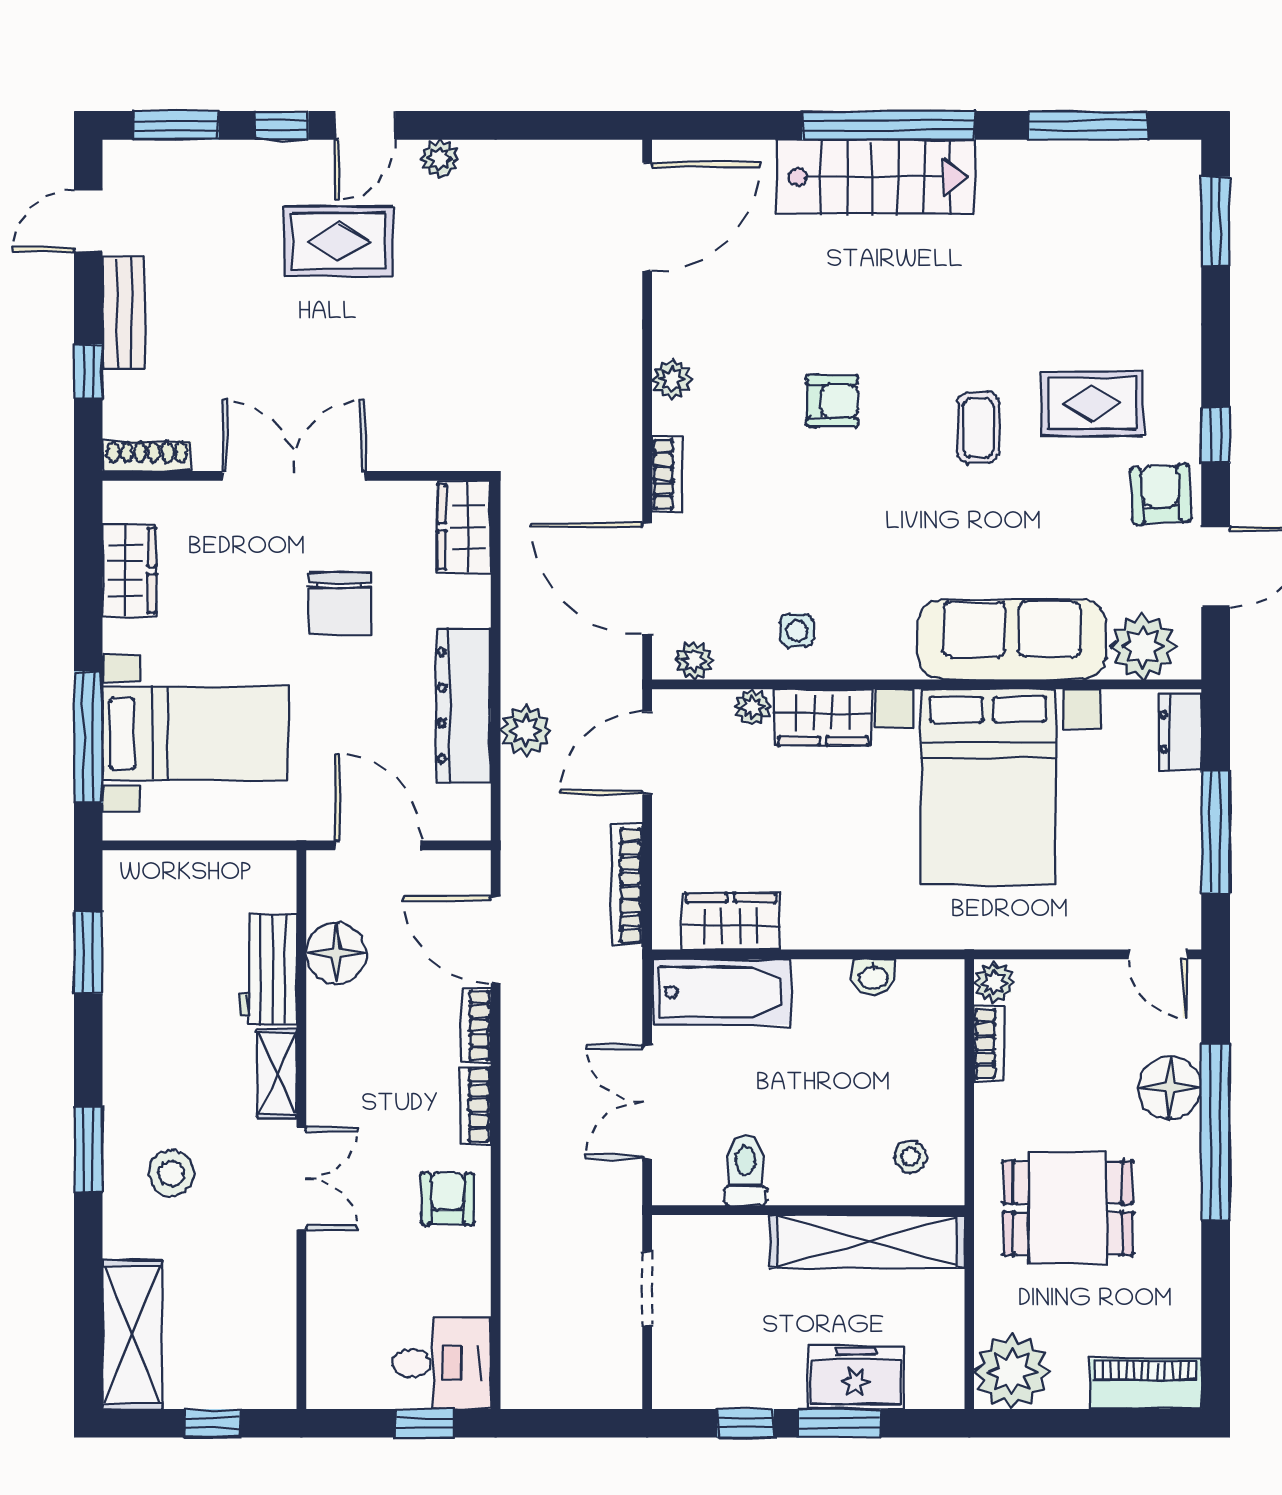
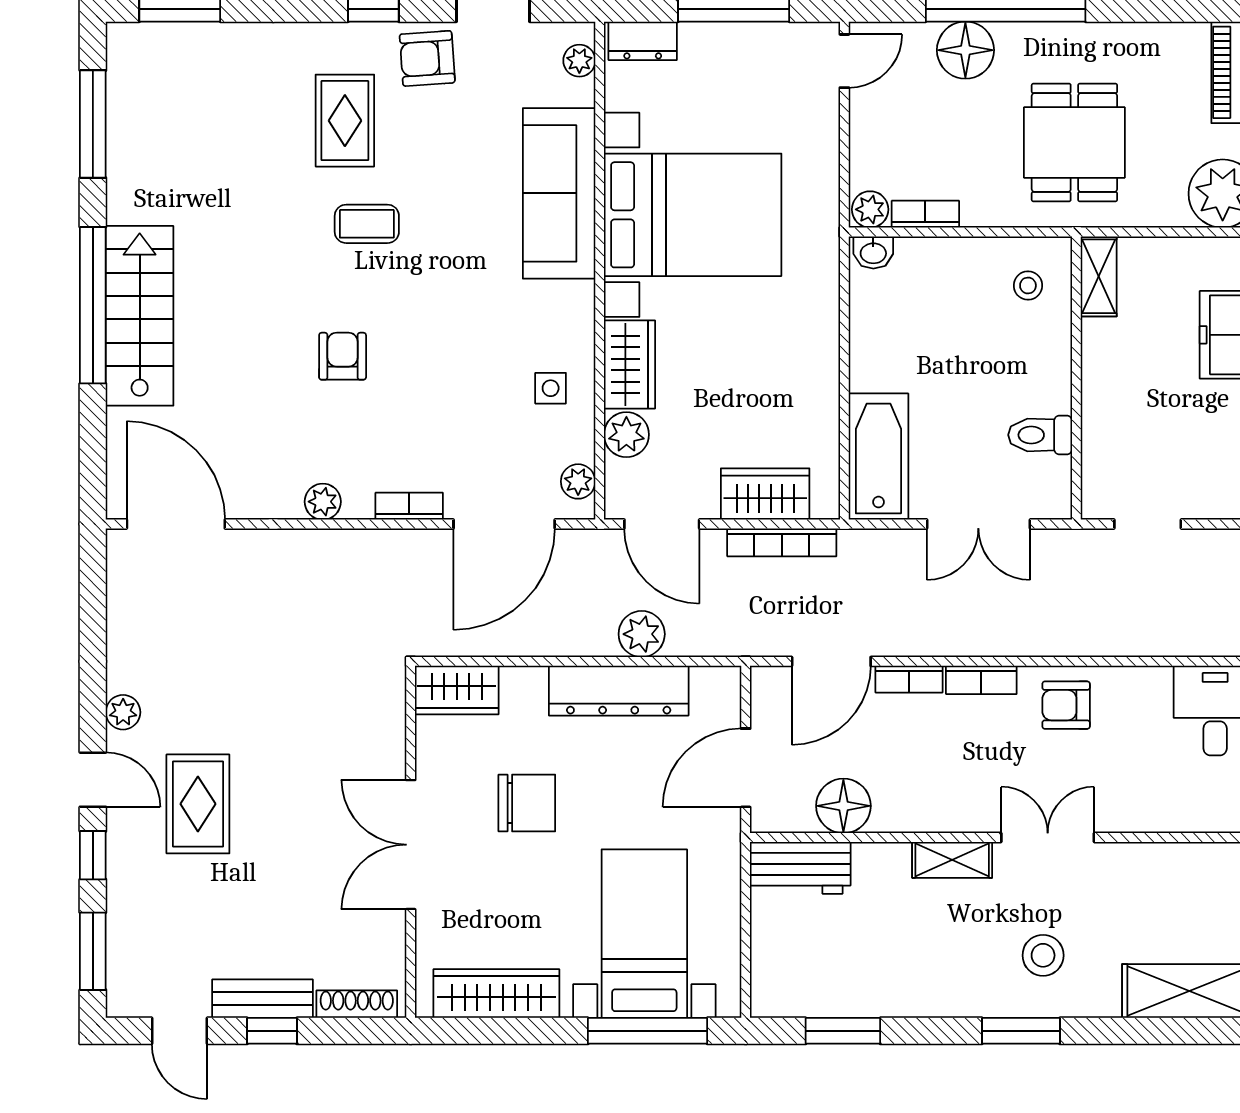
window: (88, 371) -> (272, 1031), moved
shoe rack: (147, 456) -> (357, 1004), moved, turned 90
wardrobe: (129, 571) -> (496, 994), width x1.50
plant: (1143, 646) -> (579, 61), width x0.53, depth x0.53
plant: (753, 707) -> (626, 435), width x1.38, depth x1.38
wardrobe: (731, 921) -> (765, 494), moved, turned 90
workbench: (268, 970) -> (800, 868), moved
washbasin: (874, 977) -> (873, 252), moved, turned 90
shelving: (867, 1241) -> (1099, 276), width x0.45, depth x0.75

